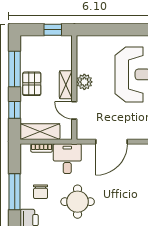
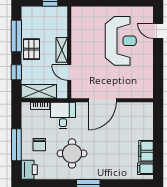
plant: (84, 82) -> (78, 47), removed

